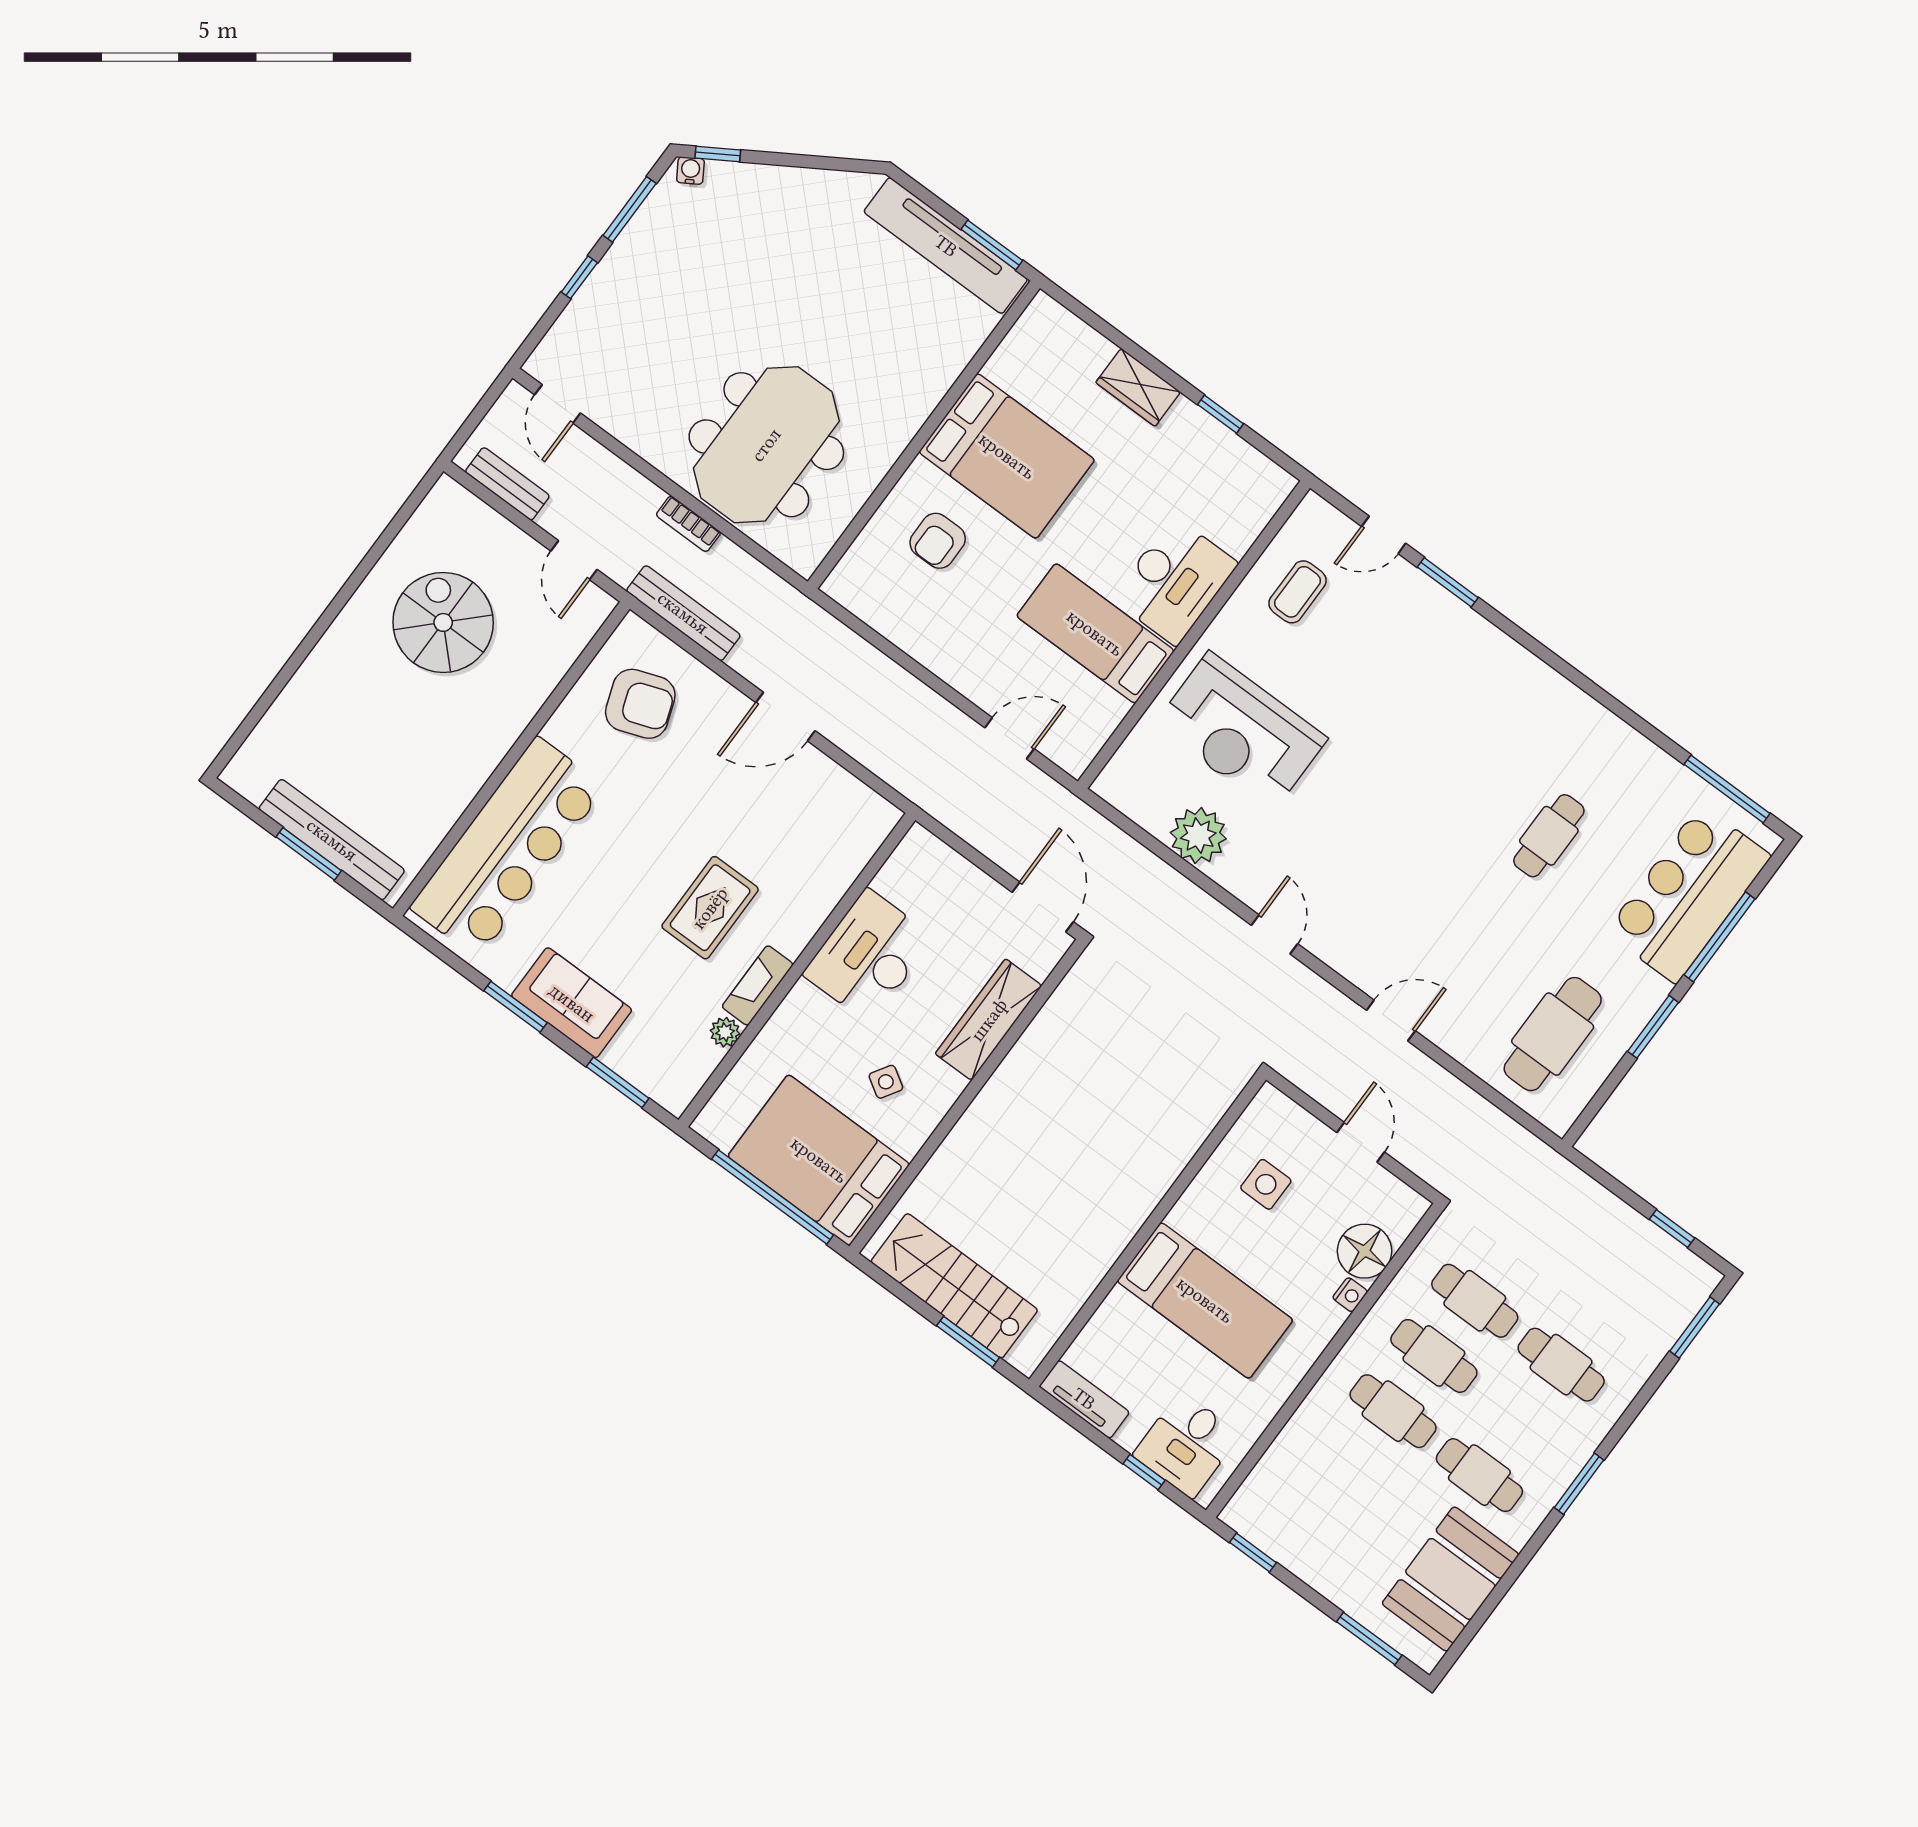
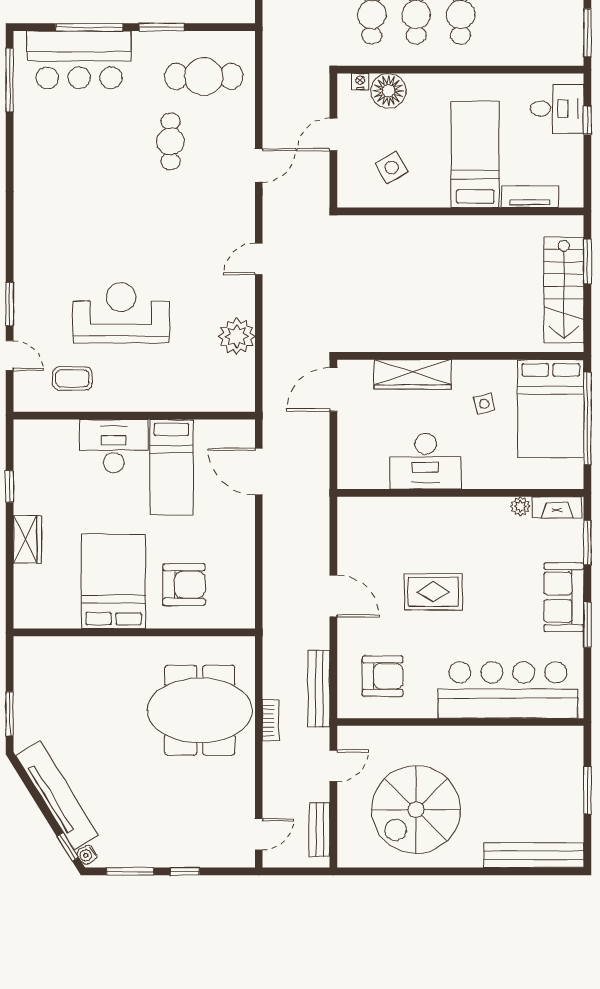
window: (992, 245) -> (10, 714), moved
tv unit: (946, 246) -> (57, 795), moved, turned -32
armchair: (938, 541) -> (184, 585), width x1.38, depth x1.38
spiral stairs: (443, 622) -> (416, 810), width x1.37, depth x1.37
armchair: (640, 704) -> (383, 676), turned 110
reception desk: (1241, 732) -> (121, 313), moved, turned -90
door: (1009, 738) -> (259, 472), width x1.38
cafe table: (1549, 836) -> (170, 141), moved, turned 90
bench: (332, 840) -> (534, 855), moved, turned 90
rug: (710, 908) -> (433, 592), moved
fireplace: (758, 985) -> (557, 507), moved
door: (1391, 1021) -> (259, 165), swing flipped
side table: (886, 1082) -> (484, 404), turned 45
side table: (1266, 1184) -> (392, 168), turned -31
nightstand: (1350, 1295) -> (360, 81), moved
tv unit: (1084, 1399) -> (530, 197), moved, turned 90
window: (1253, 1552) -> (587, 33), width x1.50

